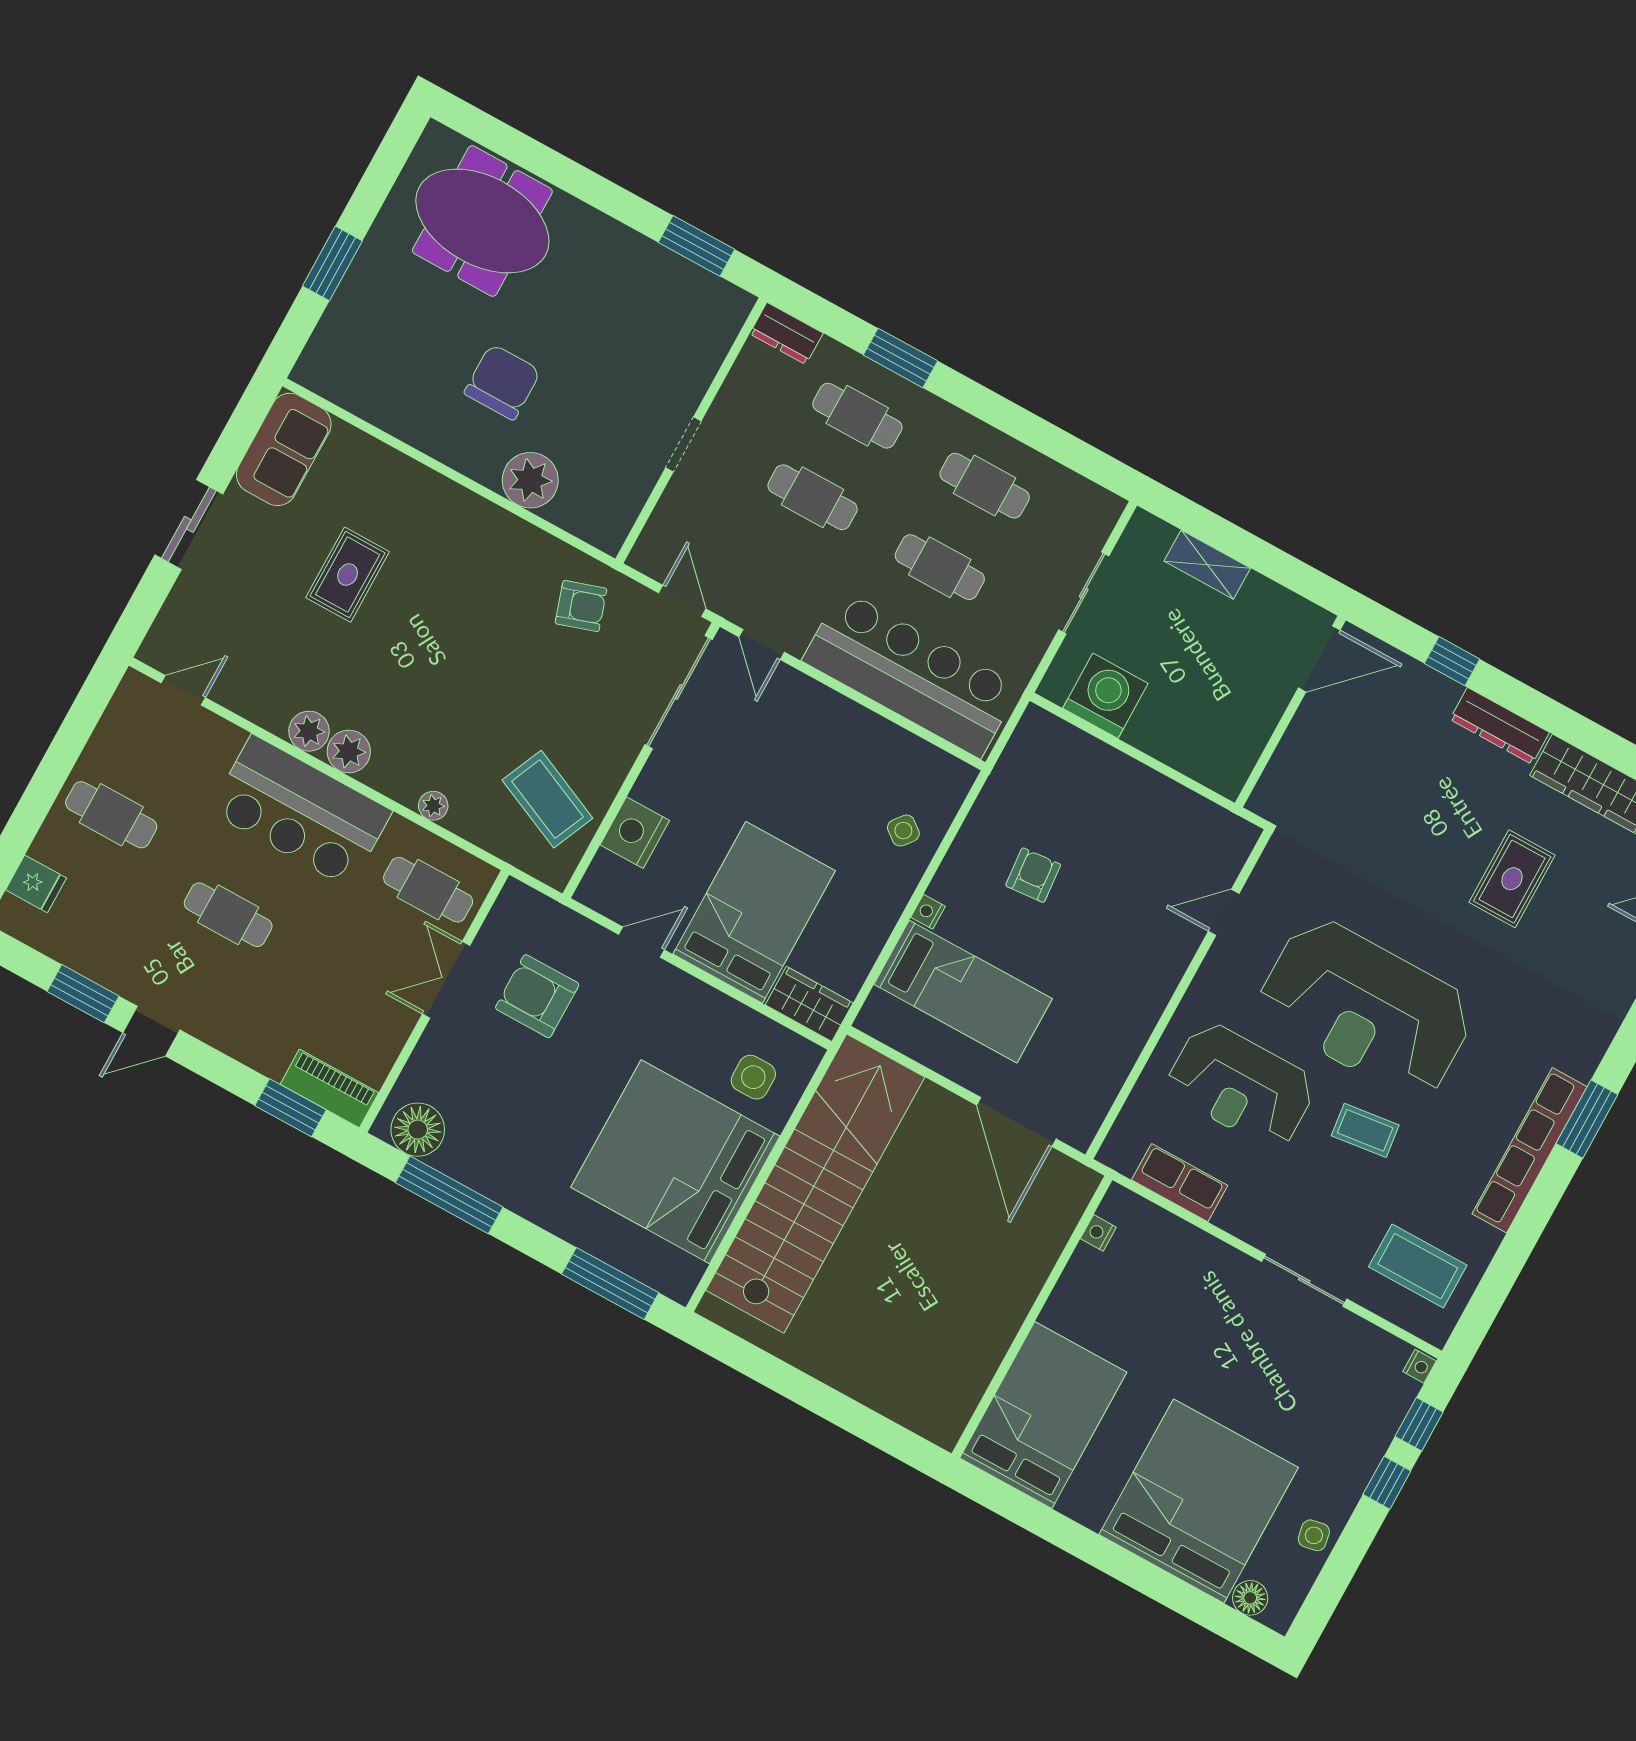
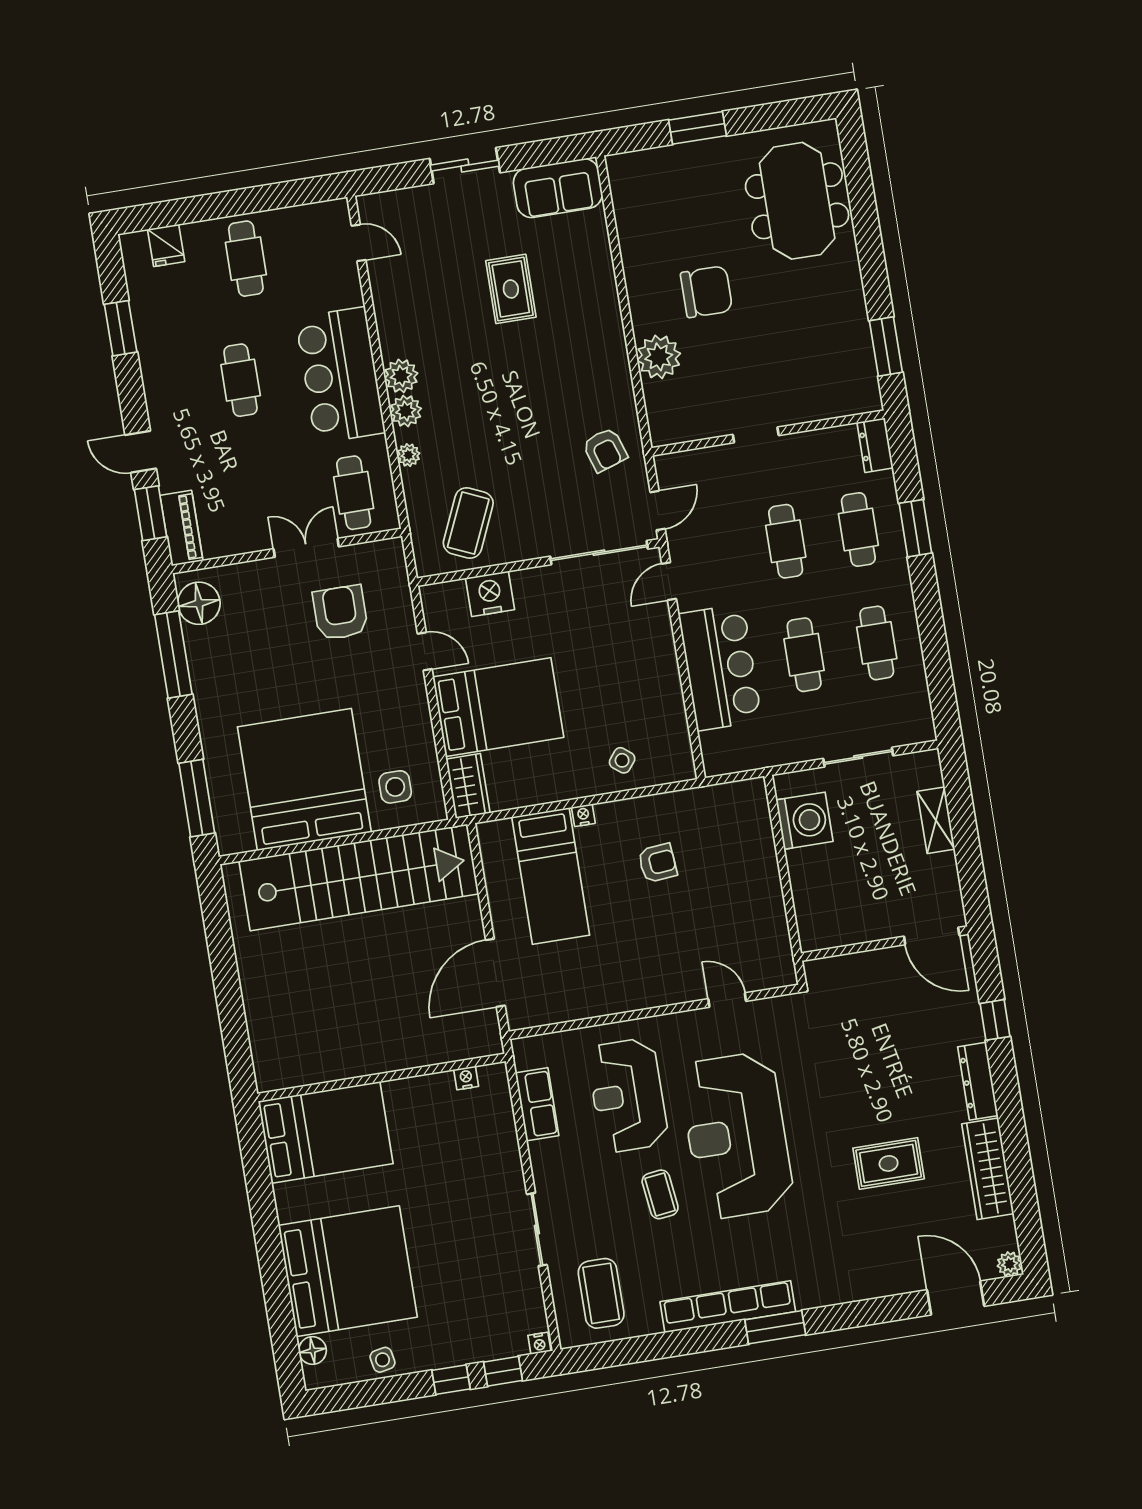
rug: (348, 575) -> (511, 289), turned 90
bar counter: (911, 674) -> (720, 667), width x0.73
plant: (309, 731) -> (406, 411), moved
door: (151, 1031) -> (141, 452), moved

